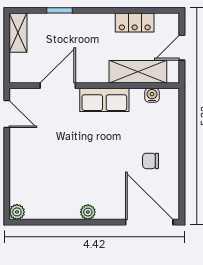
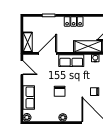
locker: (135, 23) -> (74, 21), moved
shelving: (18, 33) -> (28, 42), moved
chair: (82, 160) -> (60, 91), added
row of seats: (20, 173) -> (29, 98), added

